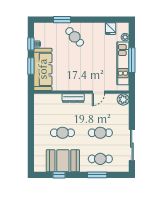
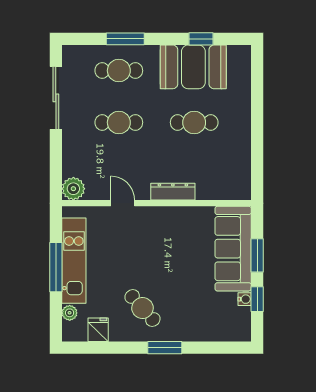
window: (62, 20) -> (165, 348), moved
cafe table: (75, 37) -> (142, 308), moved
door: (98, 92) -> (123, 203), hinge flipped

